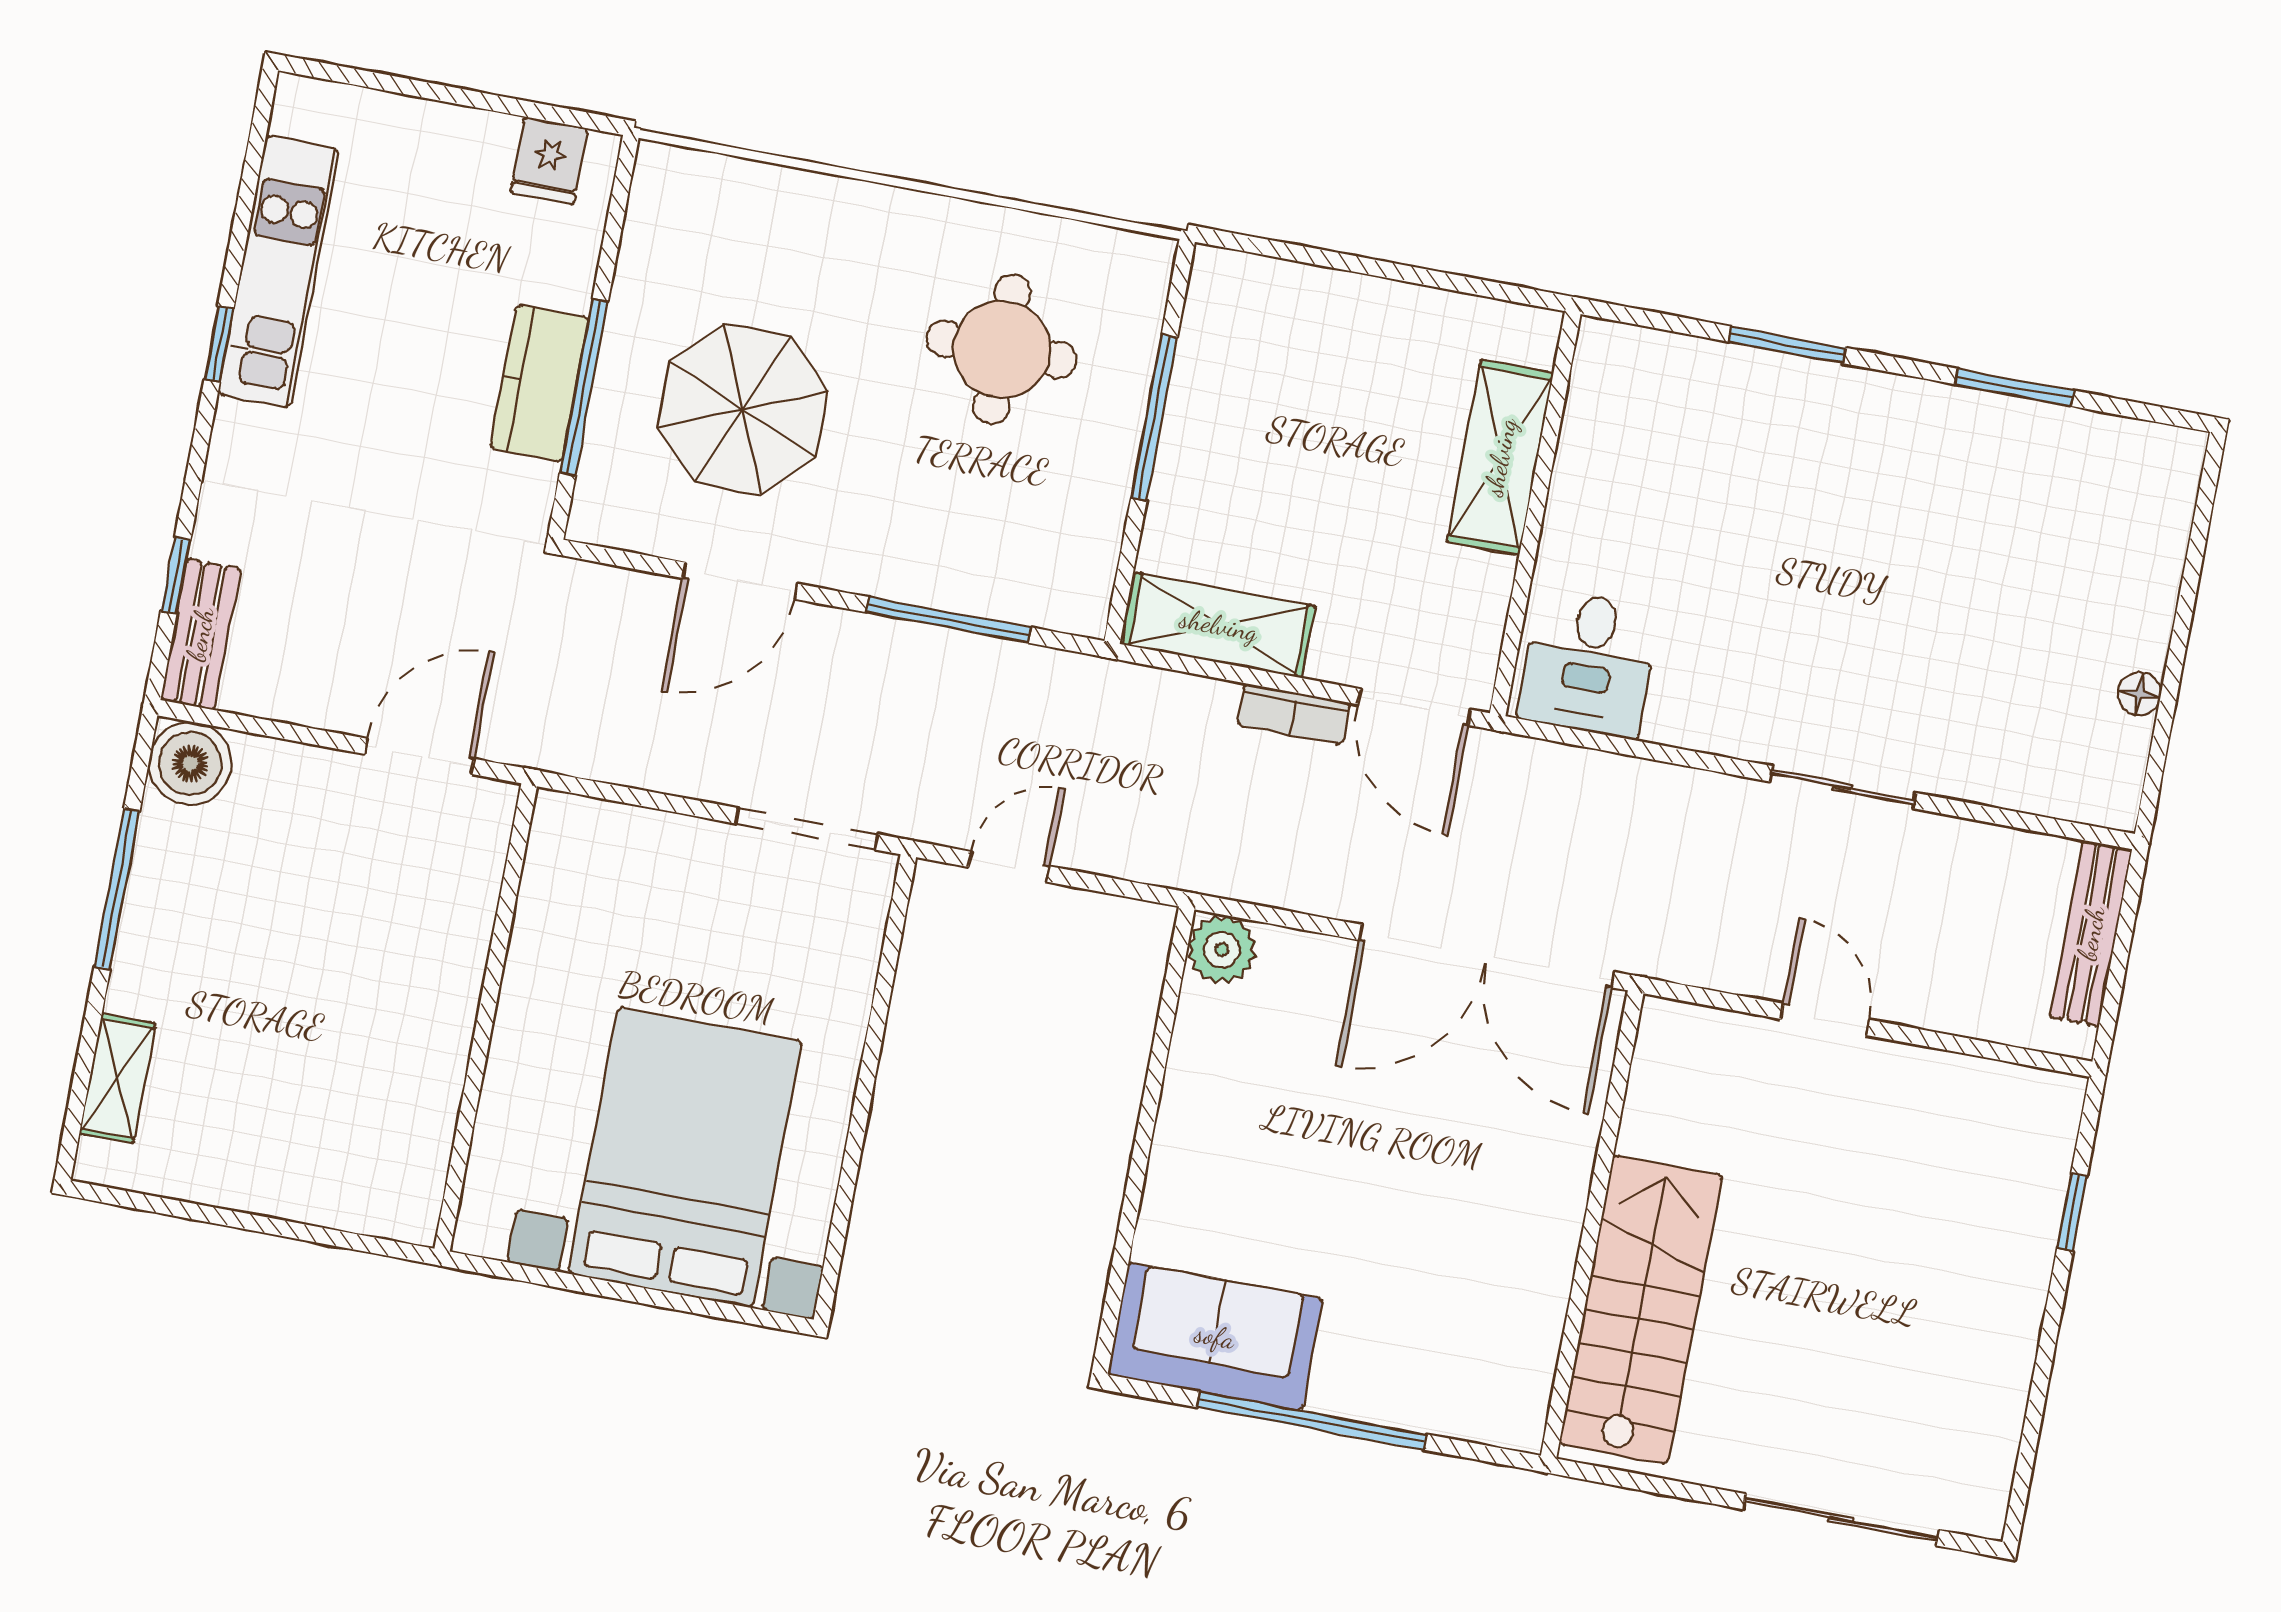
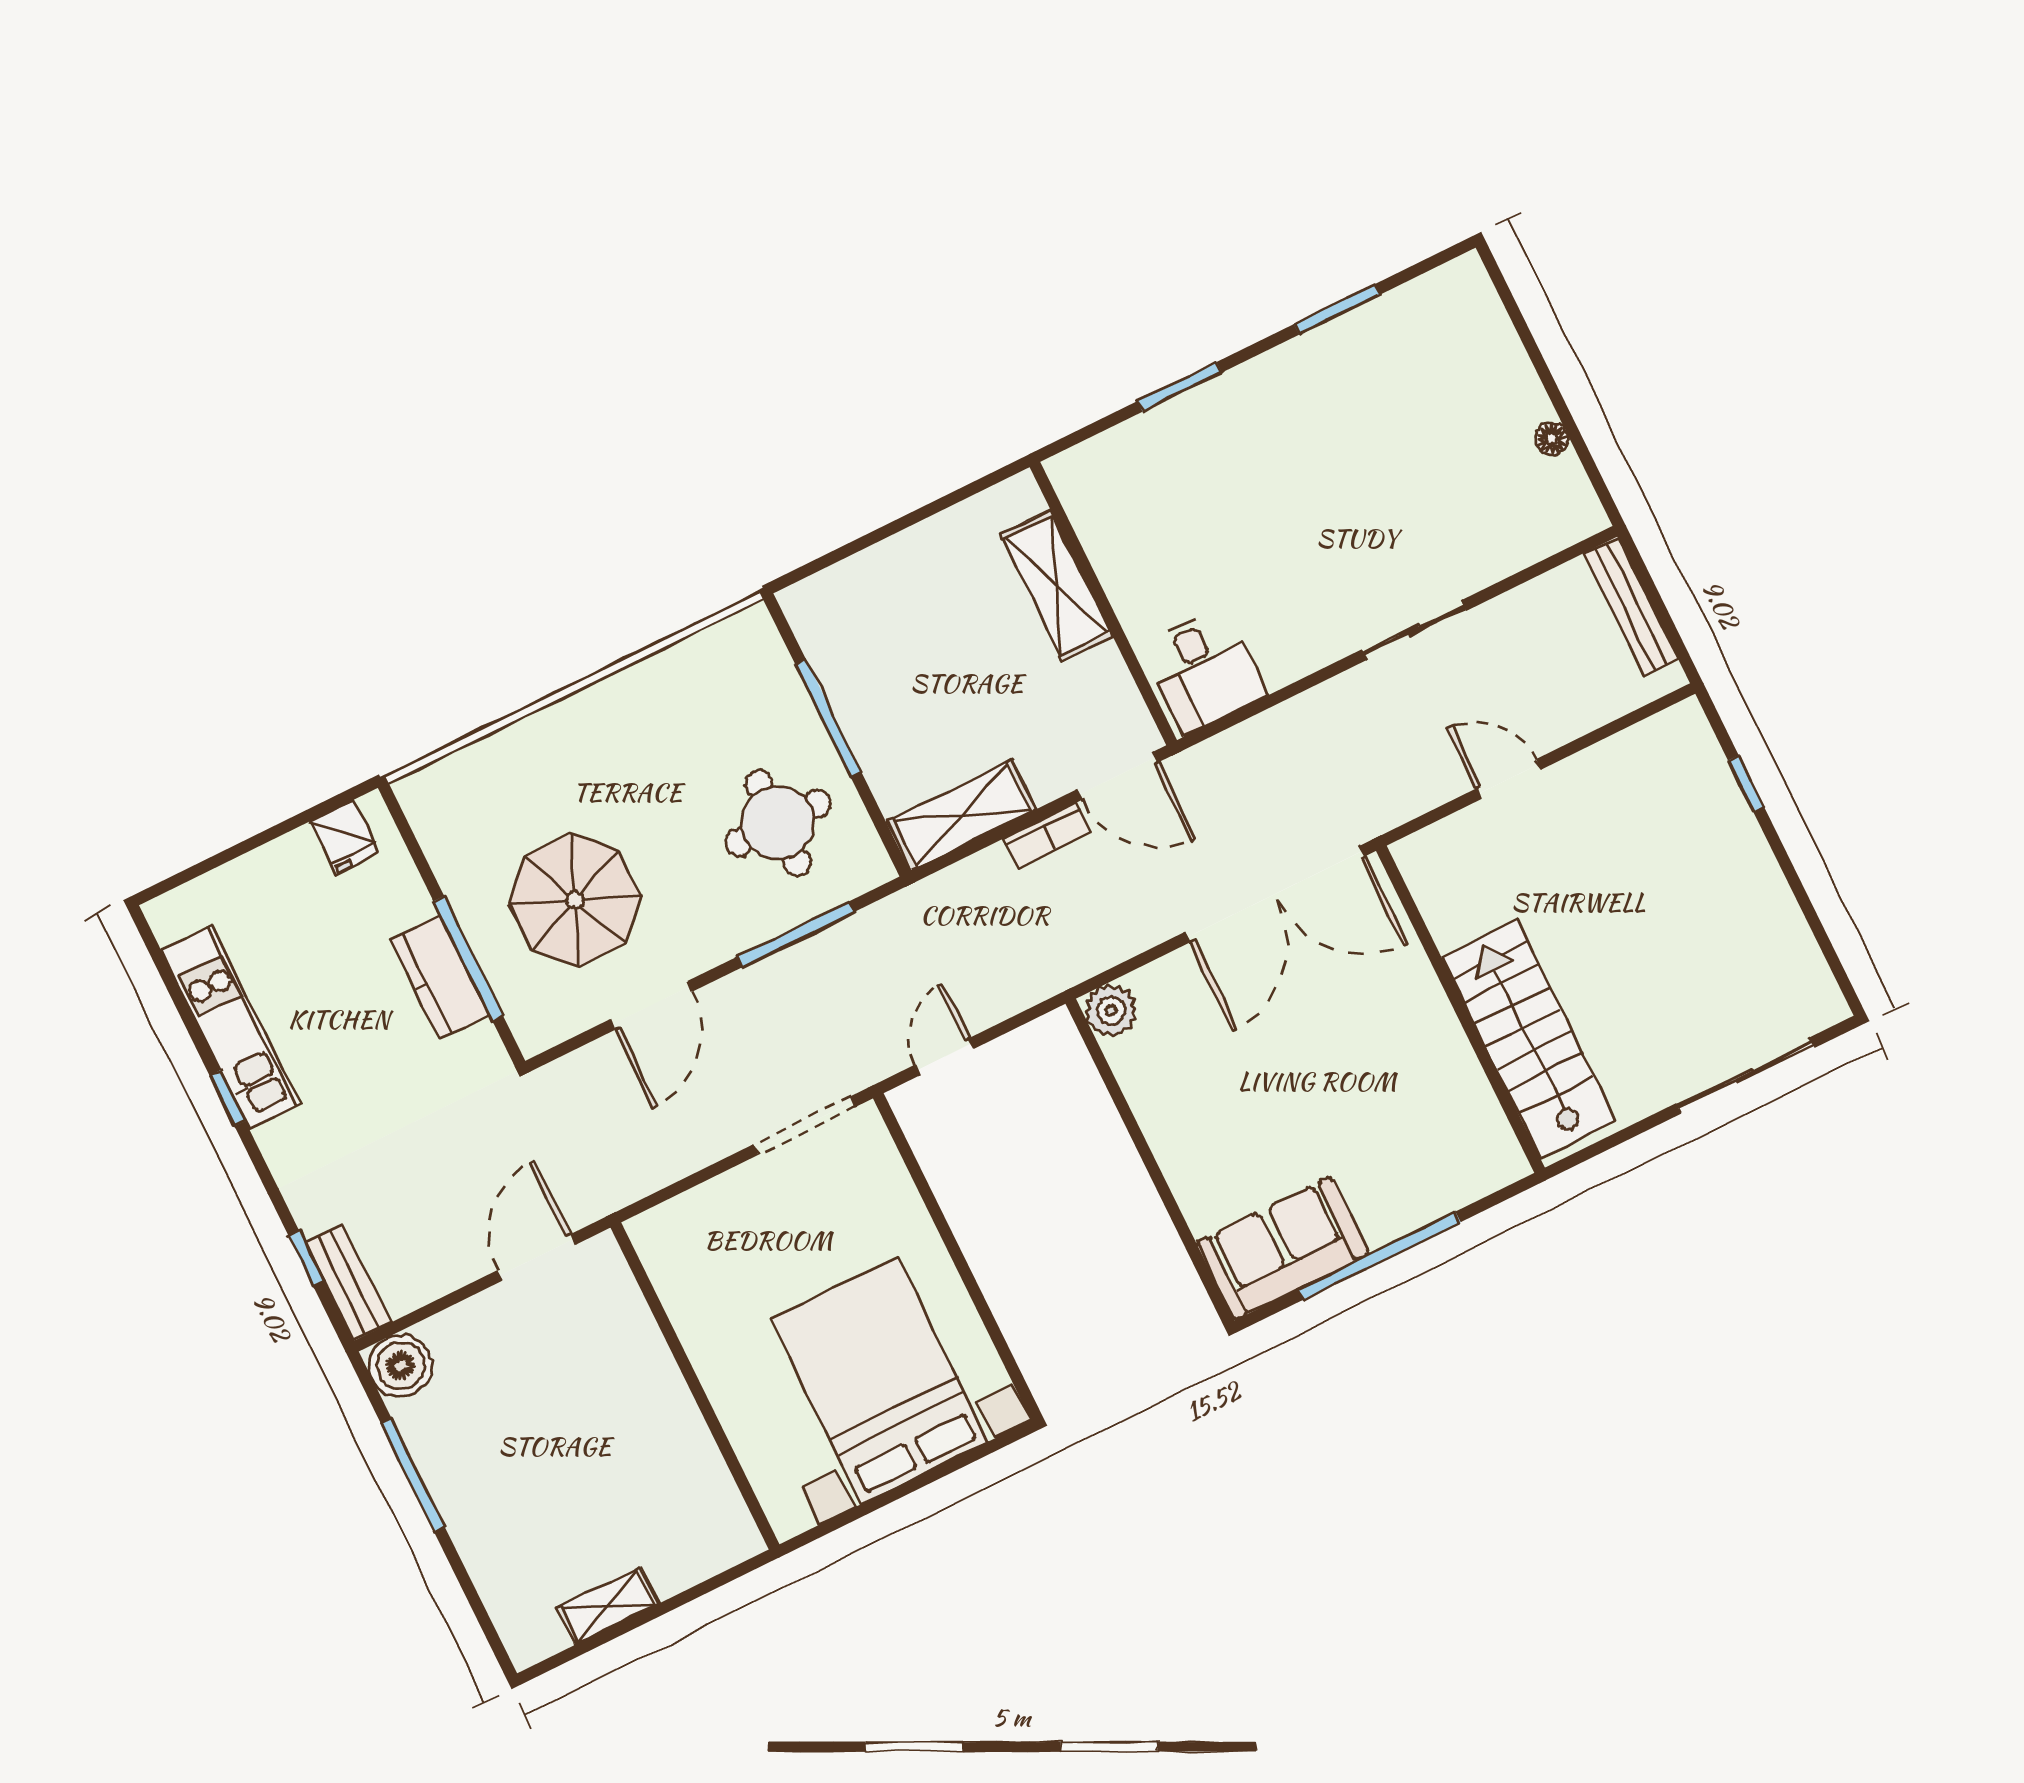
round table: (1002, 349) -> (778, 823), moved
shelving: (117, 1078) -> (608, 1606), moved, turned 90

